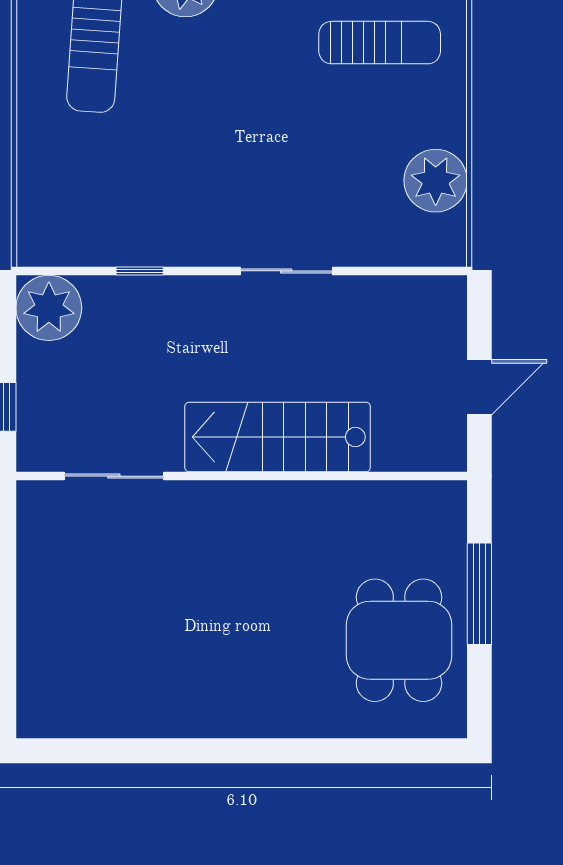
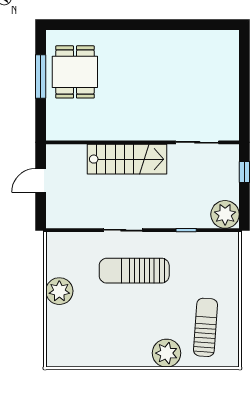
sun lounger: (380, 43) -> (134, 271), moved, width x1.36, depth x1.34
plant: (436, 181) -> (59, 291), moved
window: (479, 594) -> (41, 76), moved

